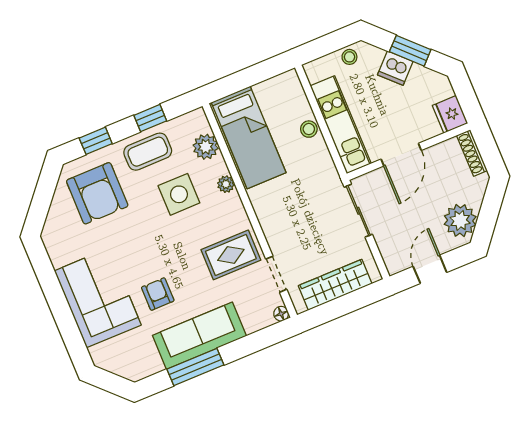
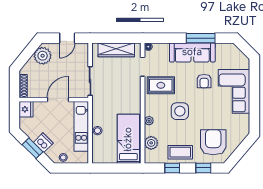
side table: (179, 194) -> (180, 111), moved

